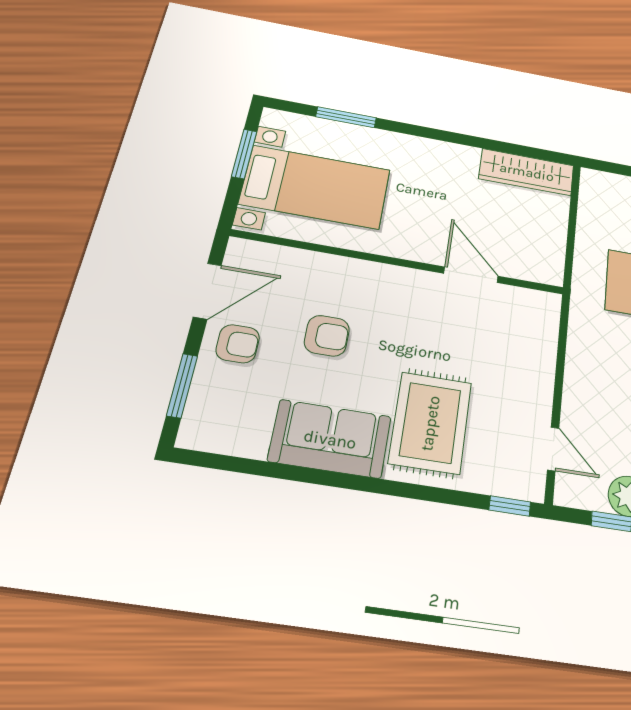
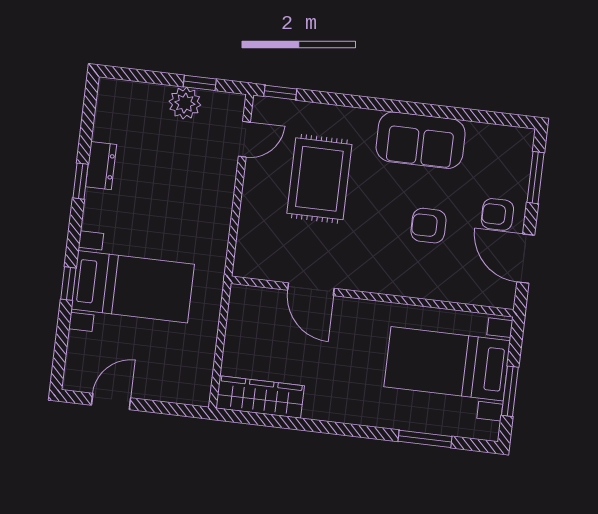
door: (207, 291) -> (526, 259), hinge flipped
rug: (430, 423) -> (319, 179), moved
door: (553, 449) -> (244, 139), swing flipped

